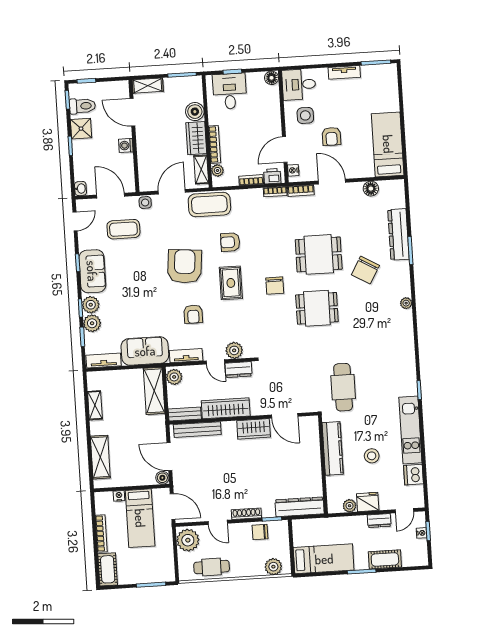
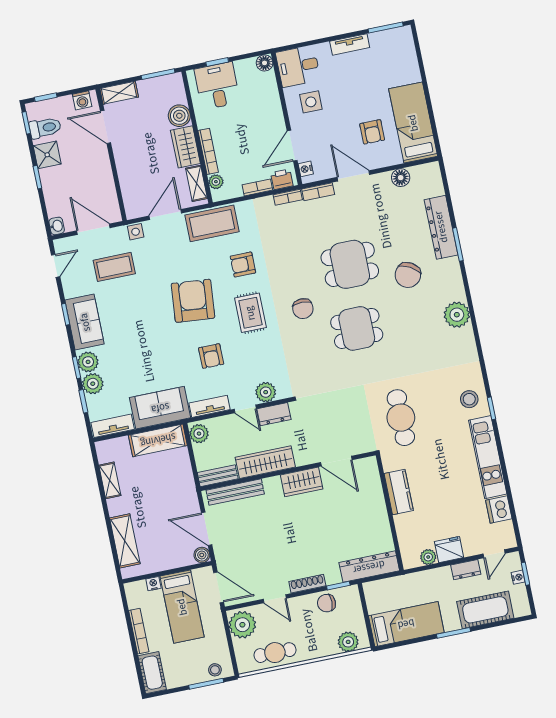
armchair: (331, 136) -> (372, 132), moved
washing machine: (126, 145) -> (82, 100), moved, turned -90
plant: (406, 303) -> (457, 315), width x1.87, depth x1.87
shelving: (154, 391) -> (158, 440), moved, turned 90
kitchen counter: (333, 448) -> (399, 492), width x0.67
stool: (372, 456) -> (469, 399), moved
cot: (385, 559) -> (485, 610), width x1.37, depth x1.34
stool: (160, 574) -> (215, 670), added

